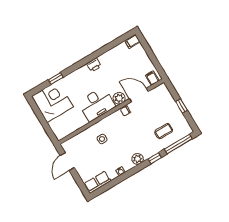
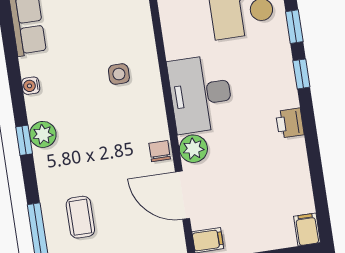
window: (73, 68) -> (301, 74), added
door: (139, 95) -> (183, 195), swing flipped
window: (155, 158) -> (24, 140), moved

